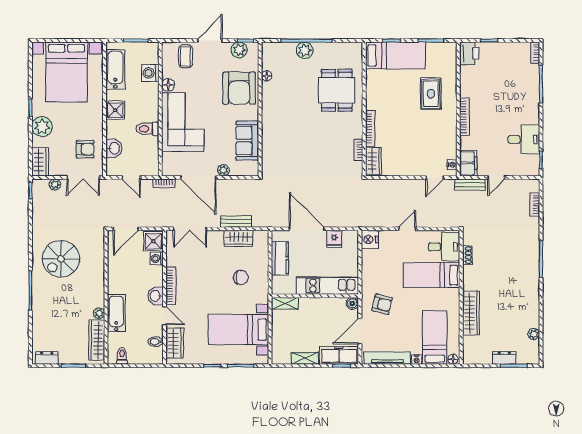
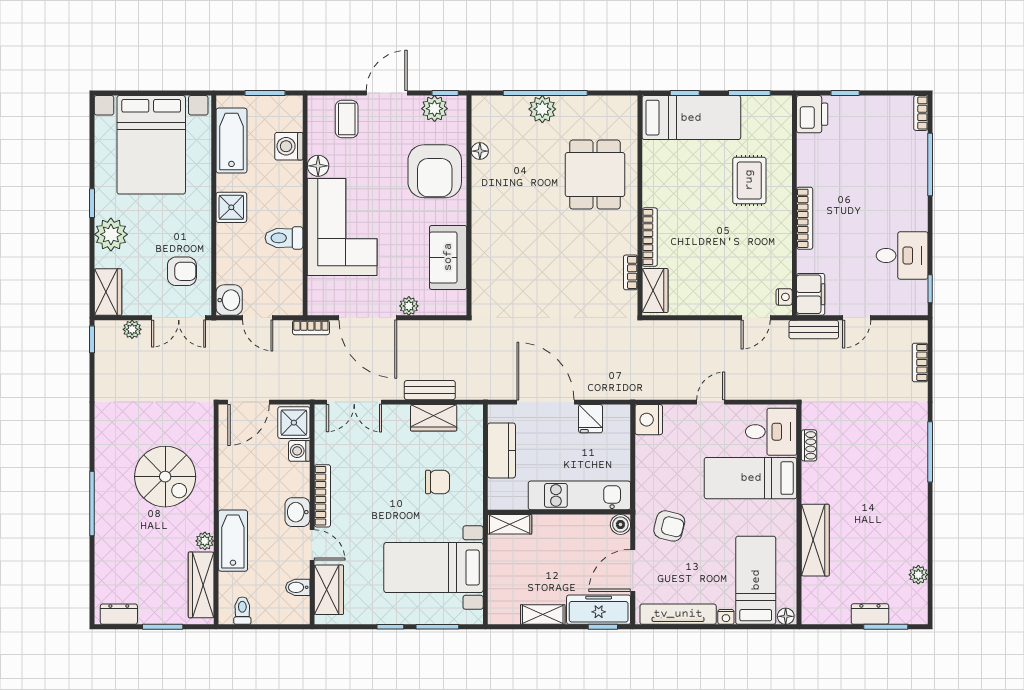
washbasin: (114, 148) -> (229, 300), moved
spiral stairs: (61, 259) -> (165, 477), moved, turned -90

